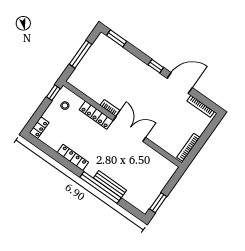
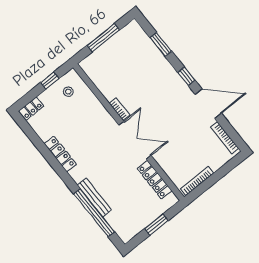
window: (117, 38) -> (161, 44), moved
window: (53, 93) -> (50, 81), moved
locker: (96, 115) -> (154, 180), moved
window: (101, 187) -> (94, 213), moved
window: (158, 203) -> (156, 225), moved

